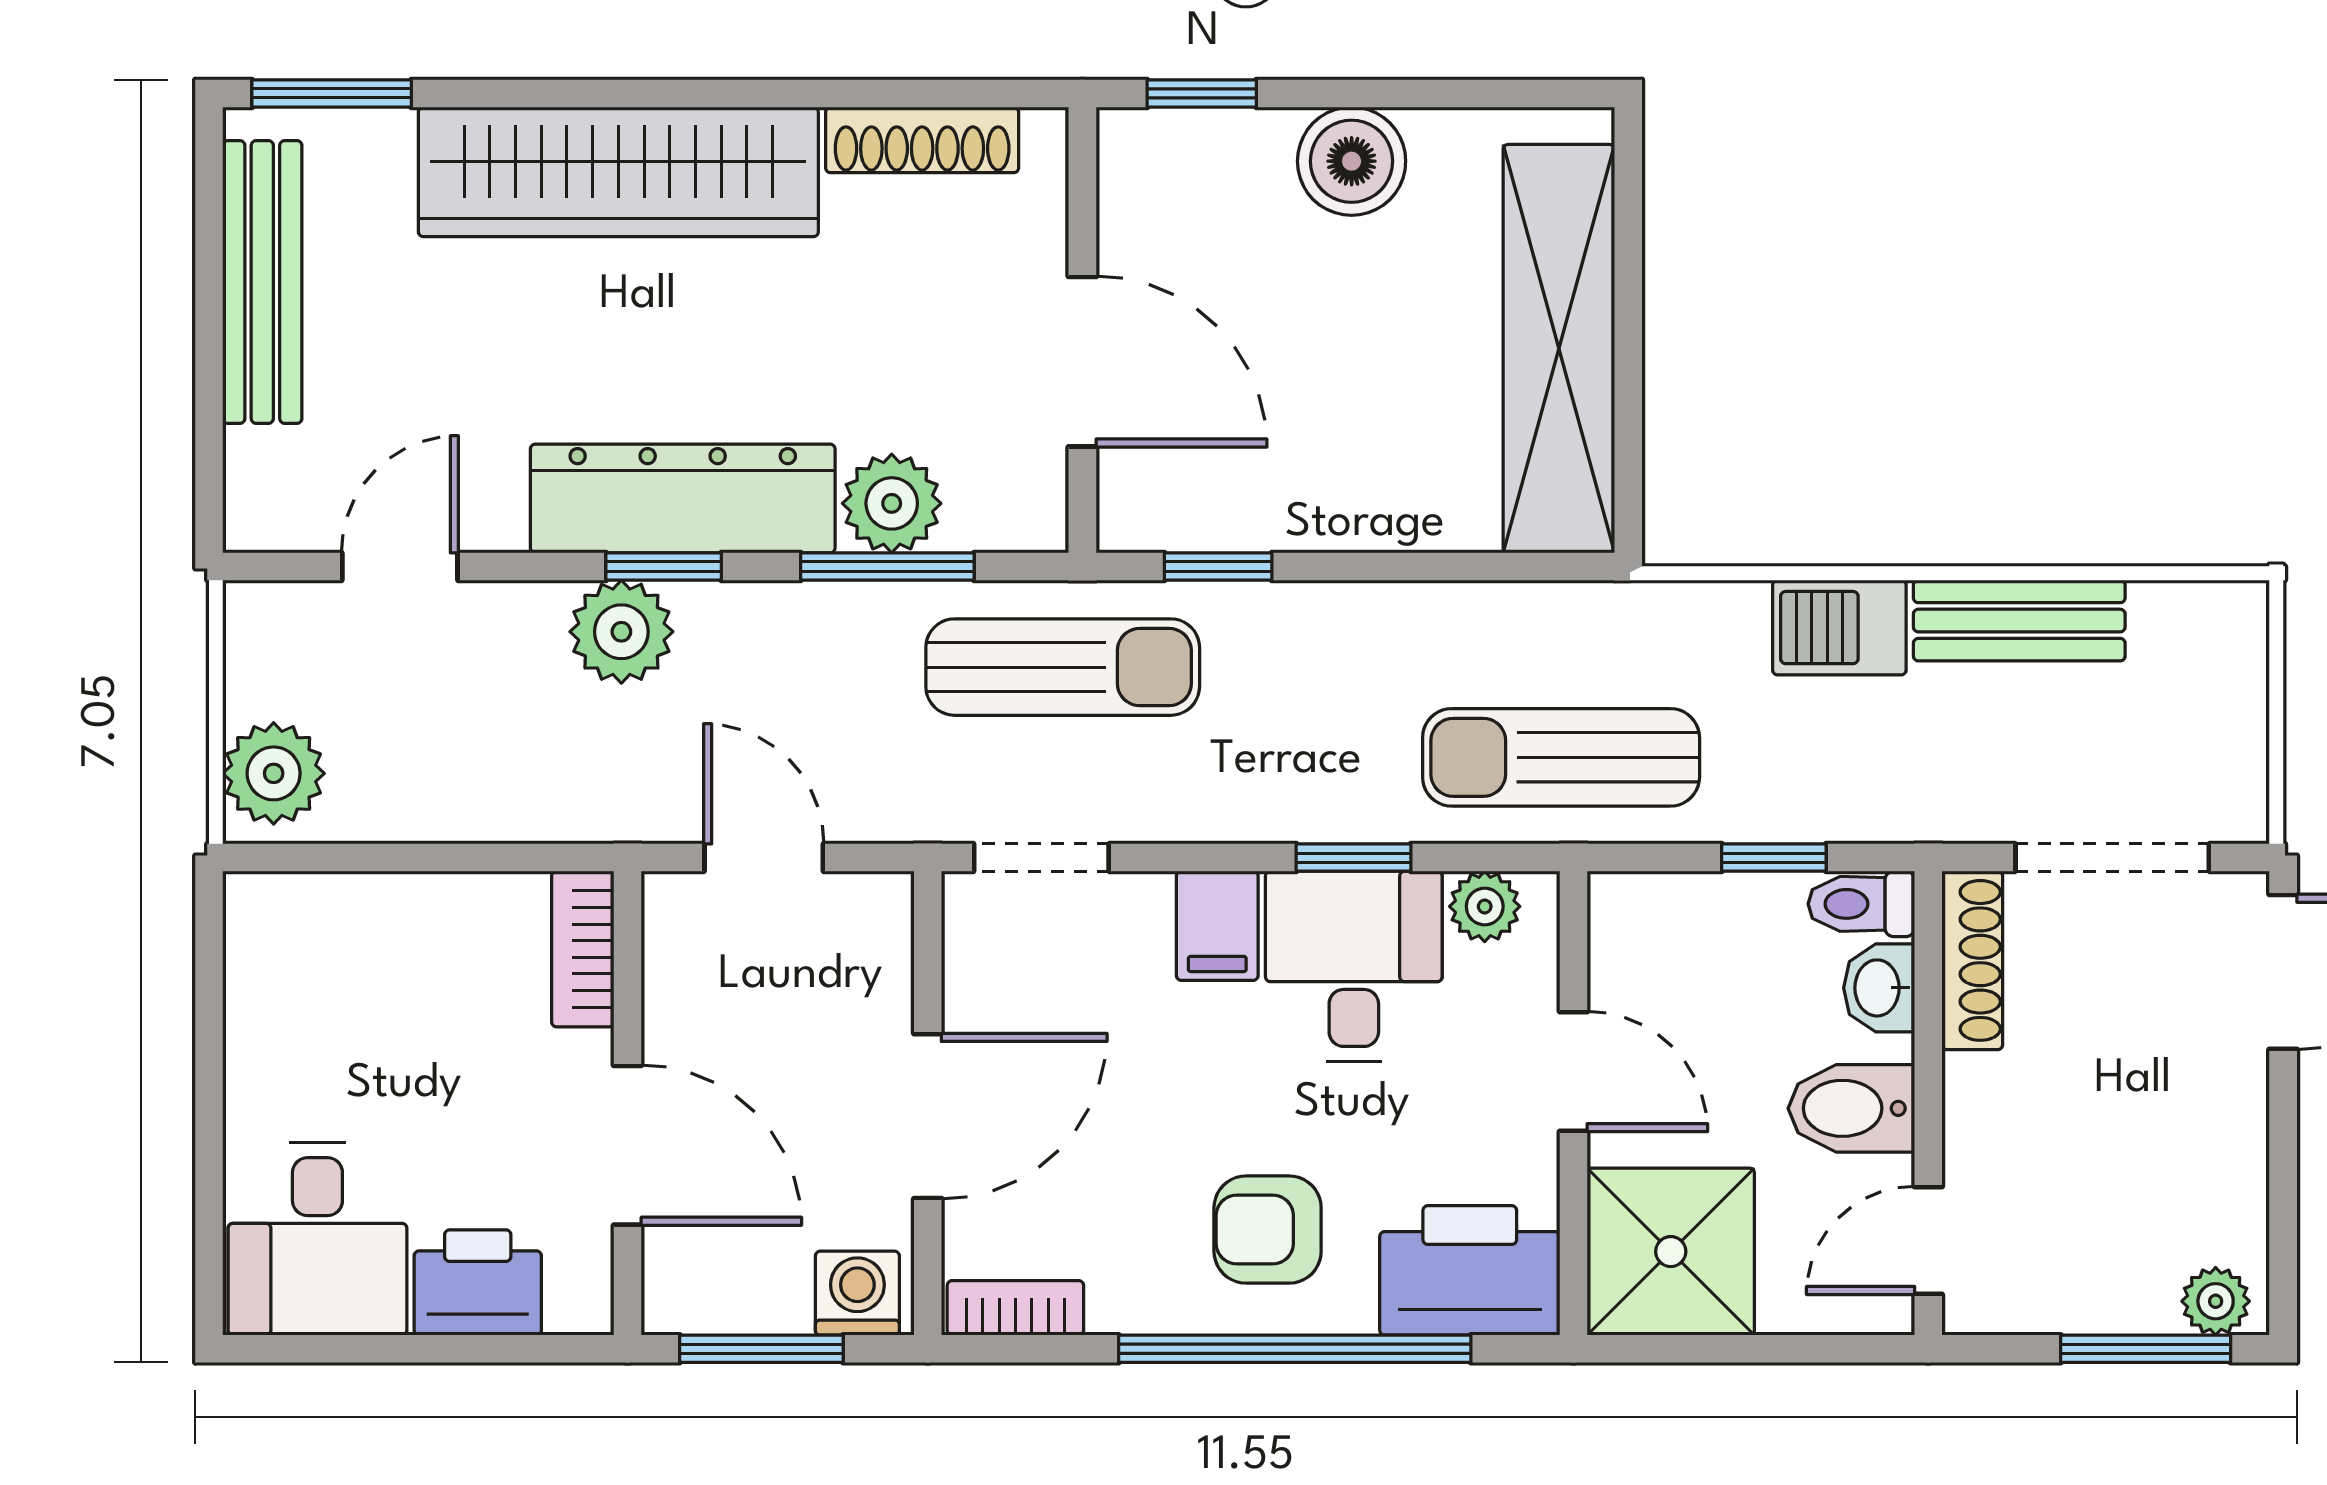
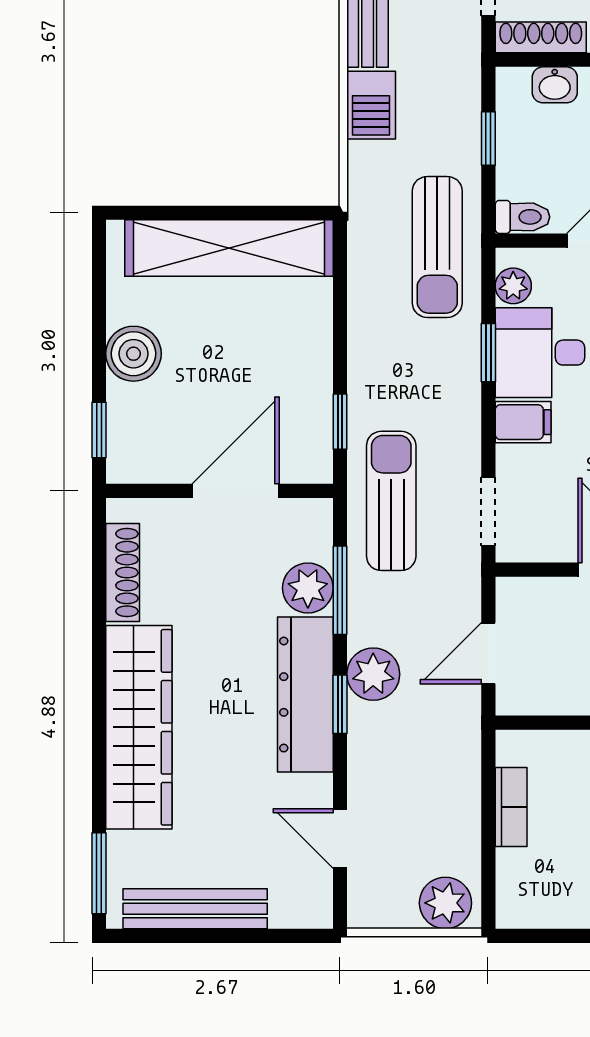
plant: (621, 632) -> (373, 674), moved
toilet: (1861, 904) -> (522, 217), moved, turned -90
bookcase: (583, 949) -> (511, 807), moved, turned -90

